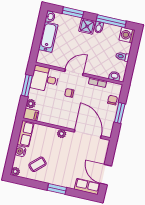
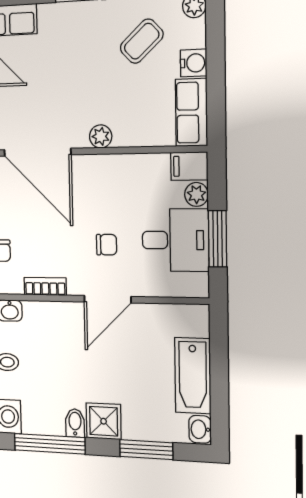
desk: (45, 79) -> (175, 240), moved

